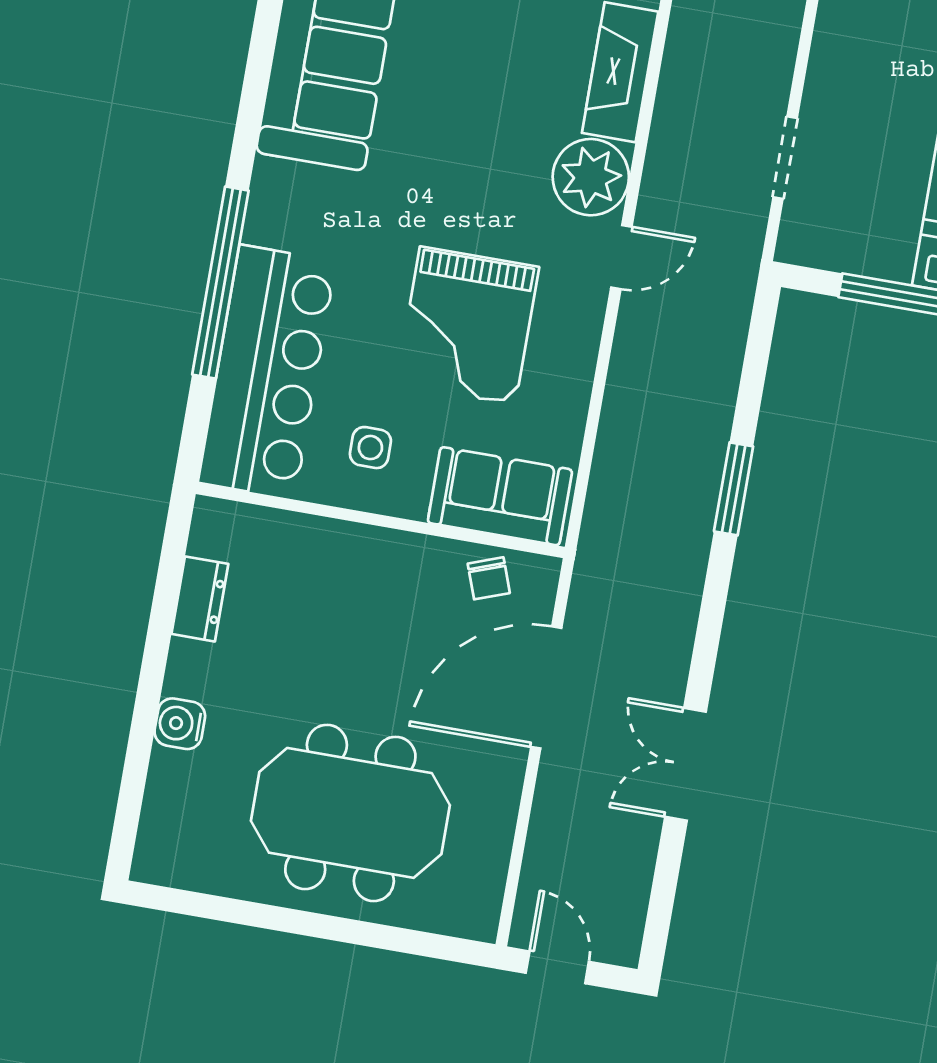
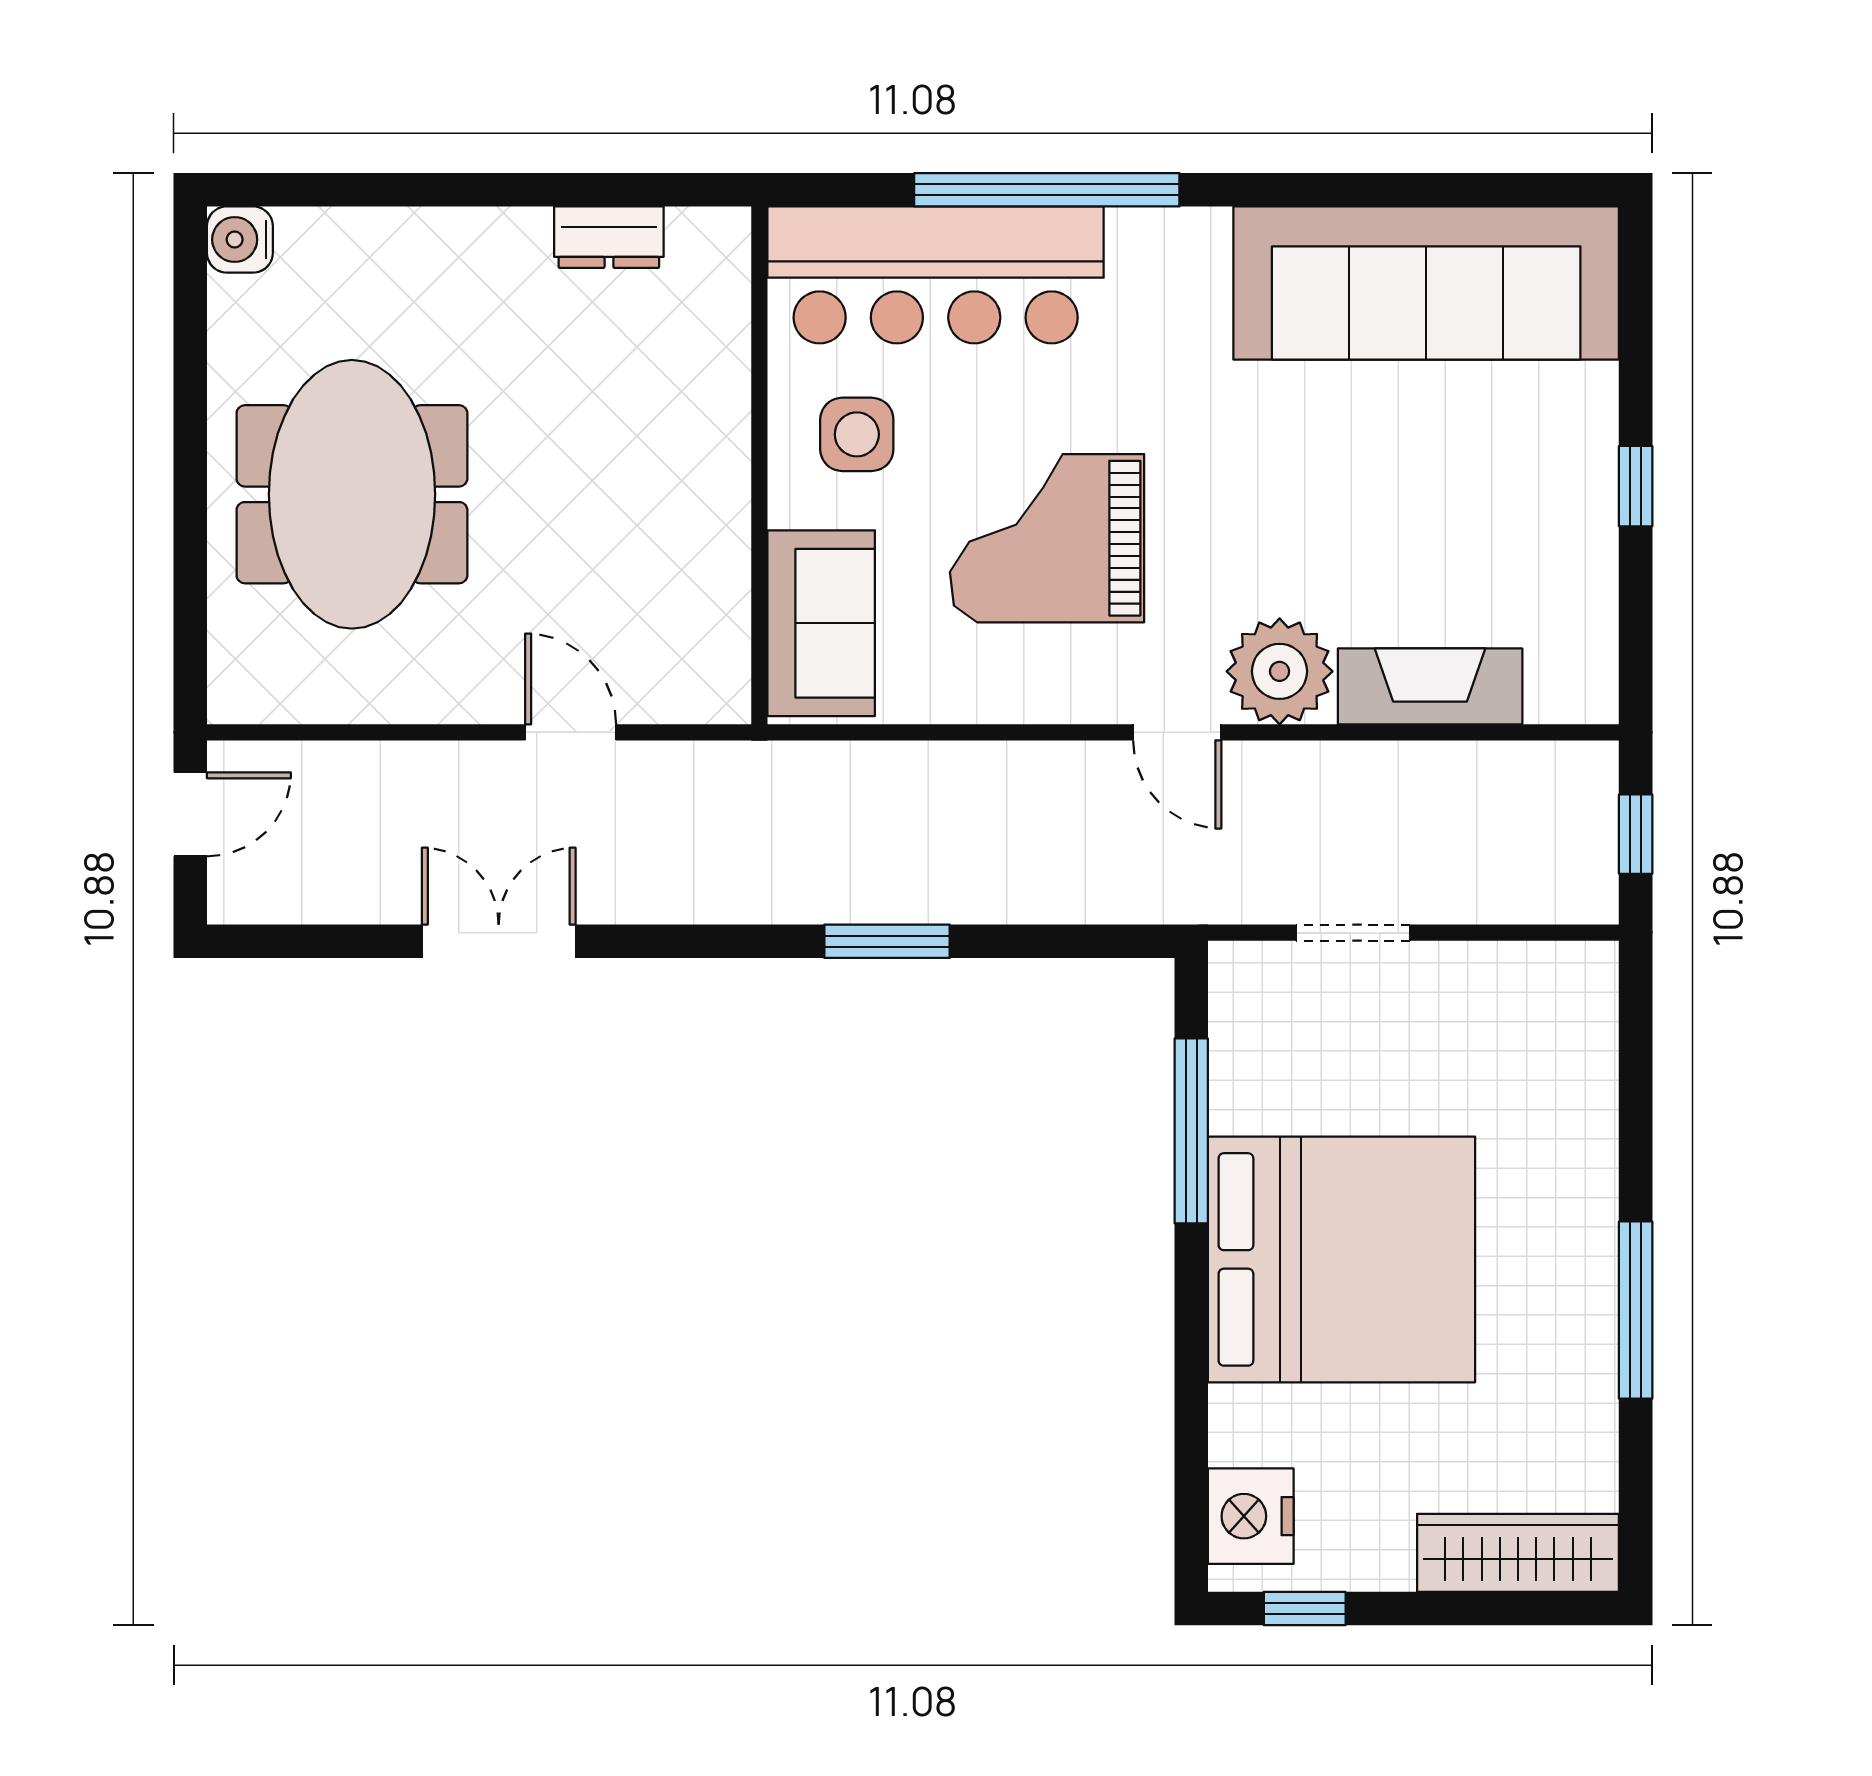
side table: (370, 448) -> (857, 434), width x1.37, depth x1.37
chair: (489, 578) -> (706, 628), removed
door: (546, 687) -> (571, 732), width x0.53
water cooler: (180, 724) -> (240, 240), moved, turned -90

